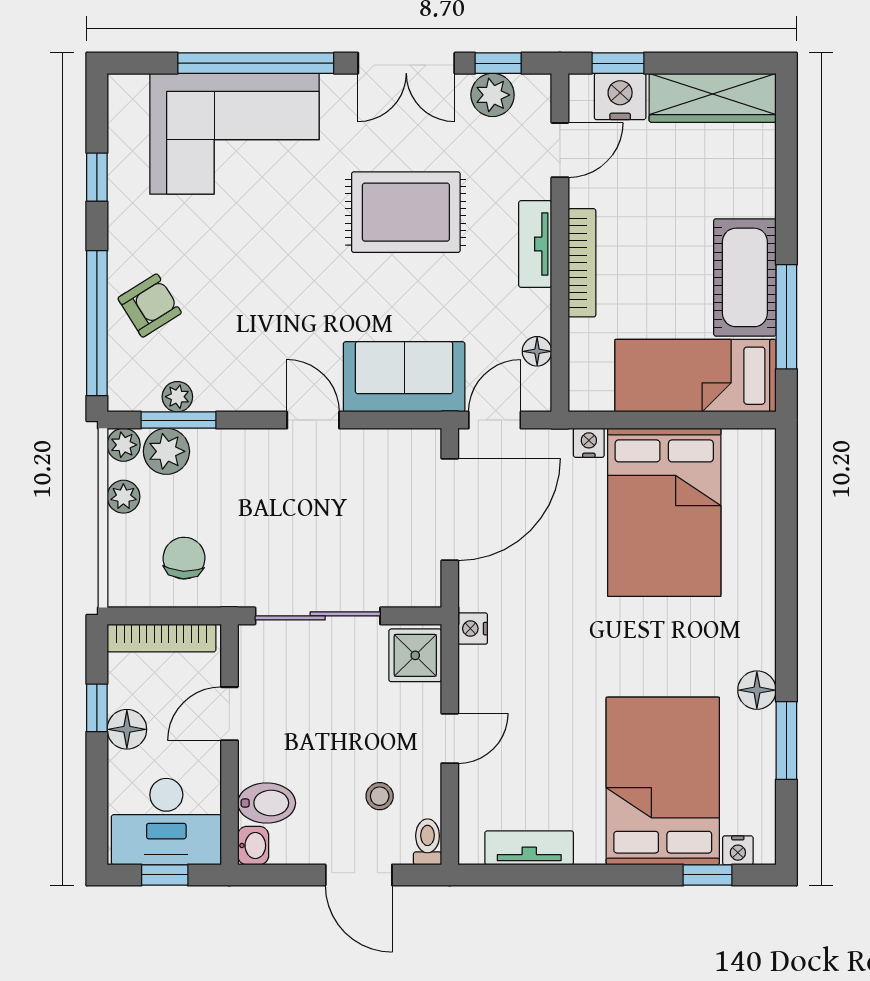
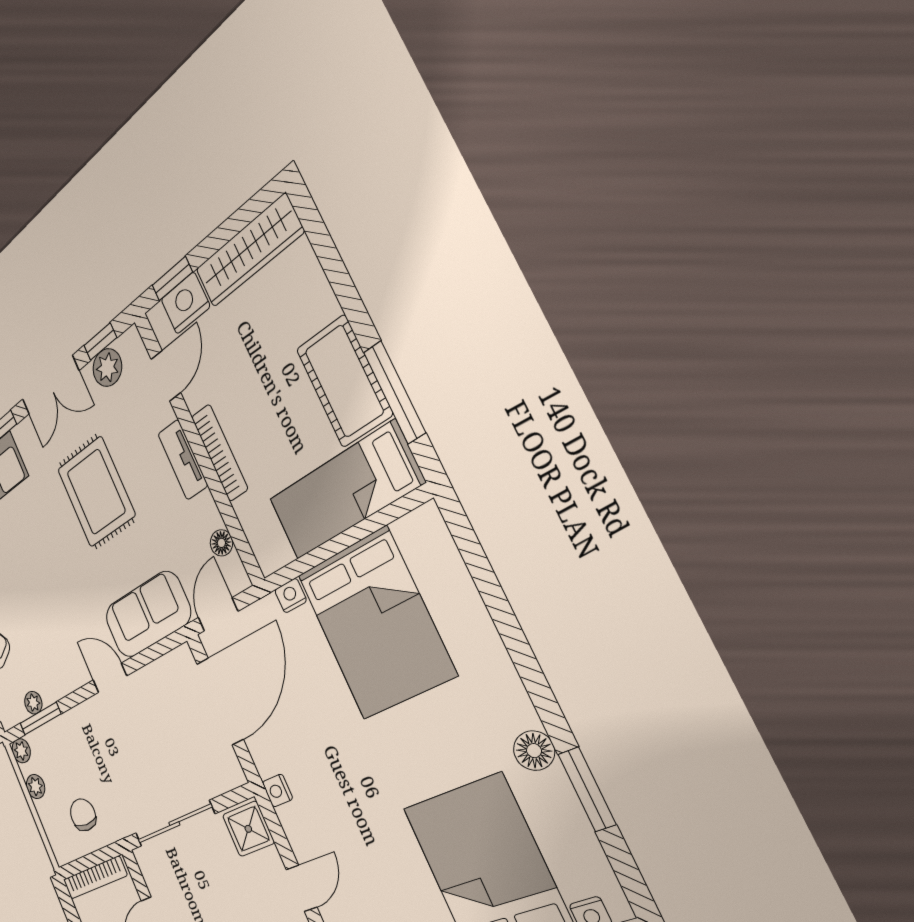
rug: (406, 212) -> (96, 492), turned 90
plant: (166, 451) -> (43, 744), removed

